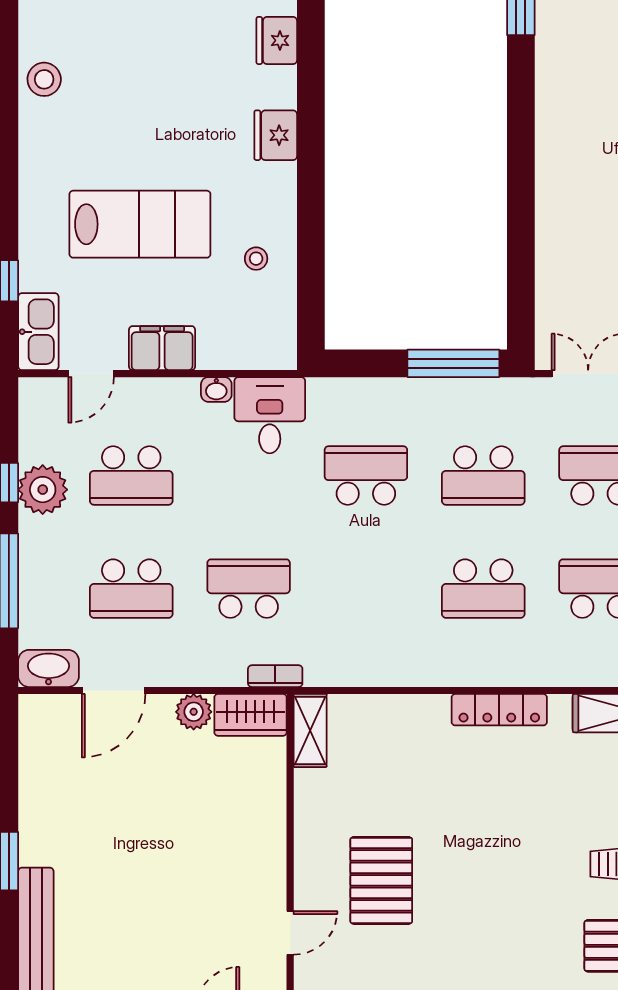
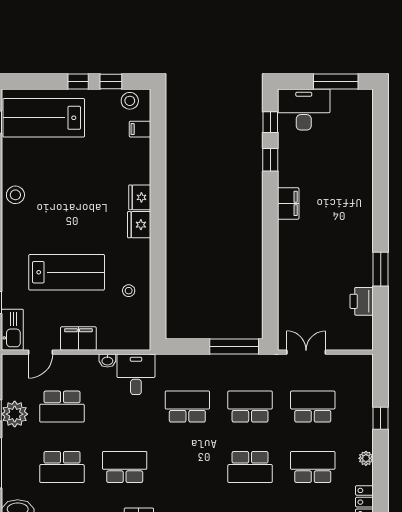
fridge: (277, 40) -> (140, 197), moved
filing cabinet: (555, 95) -> (288, 203), added
school desk: (483, 476) -> (250, 407), turned 180

